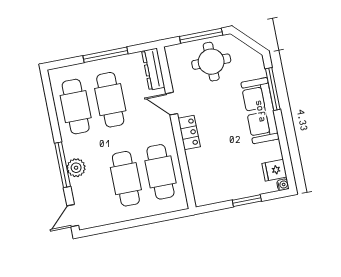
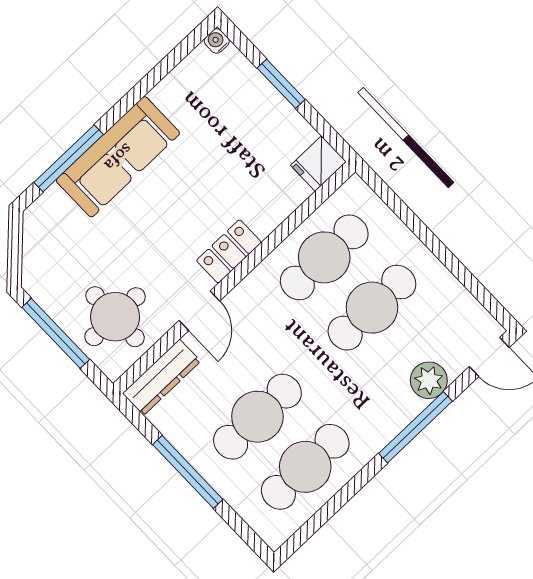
round table: (211, 62) -> (115, 317), moved
plant: (76, 168) -> (429, 380), moved
fridge: (274, 170) -> (318, 164), moved, turned 90

